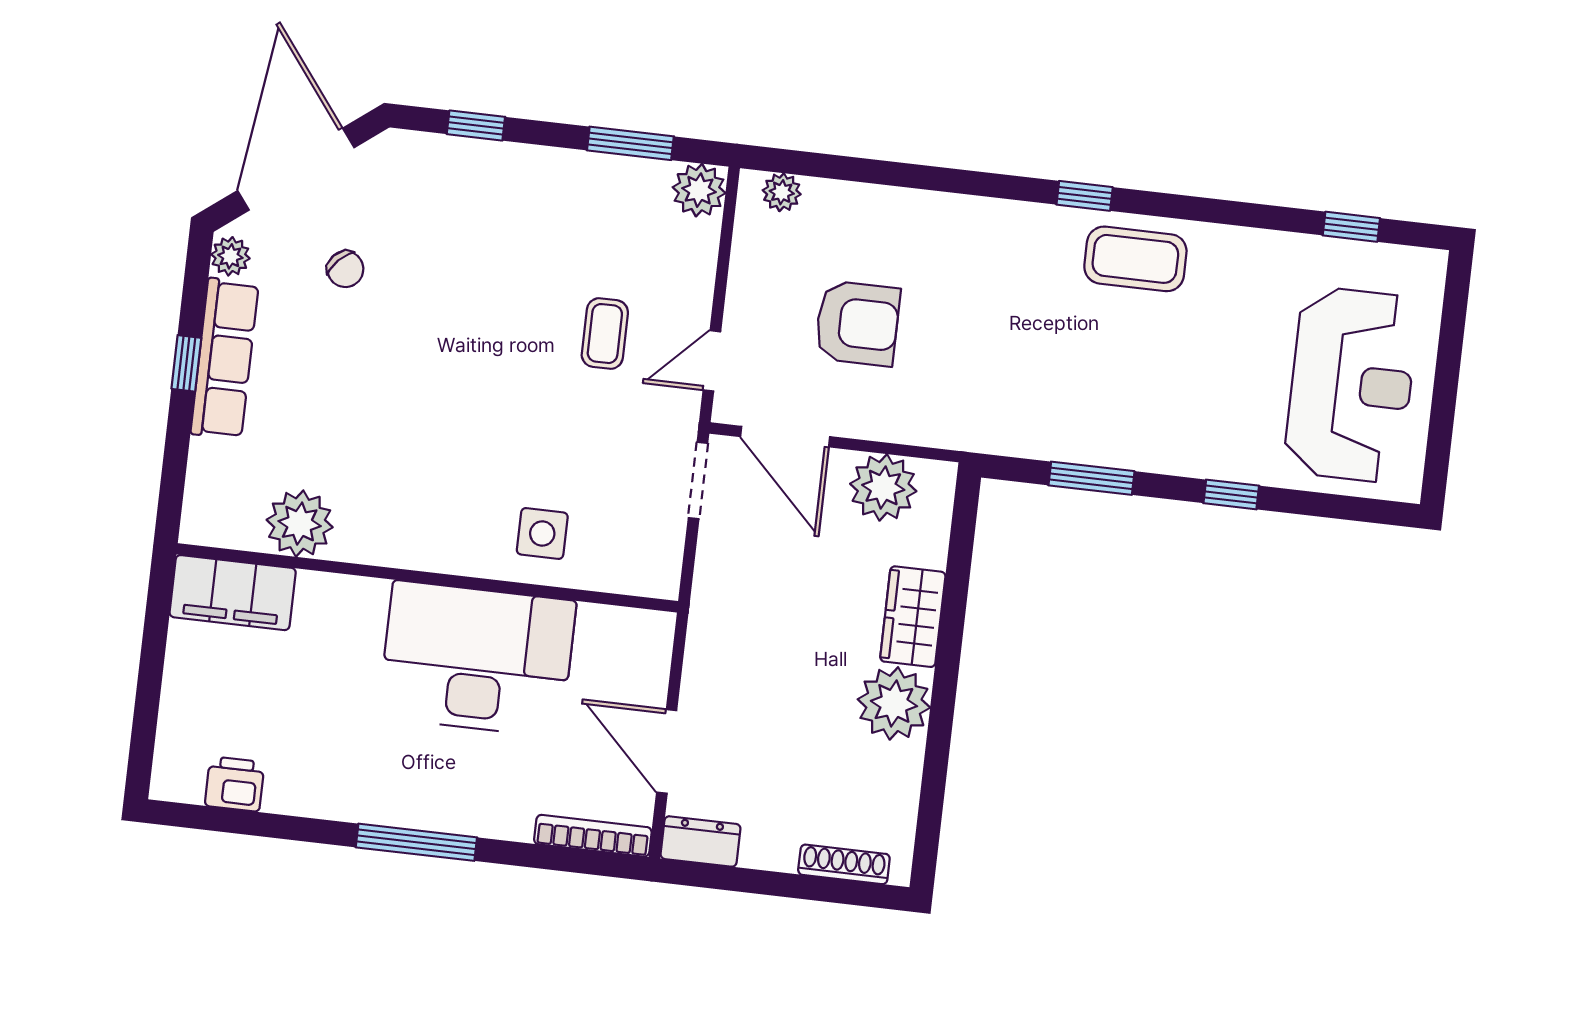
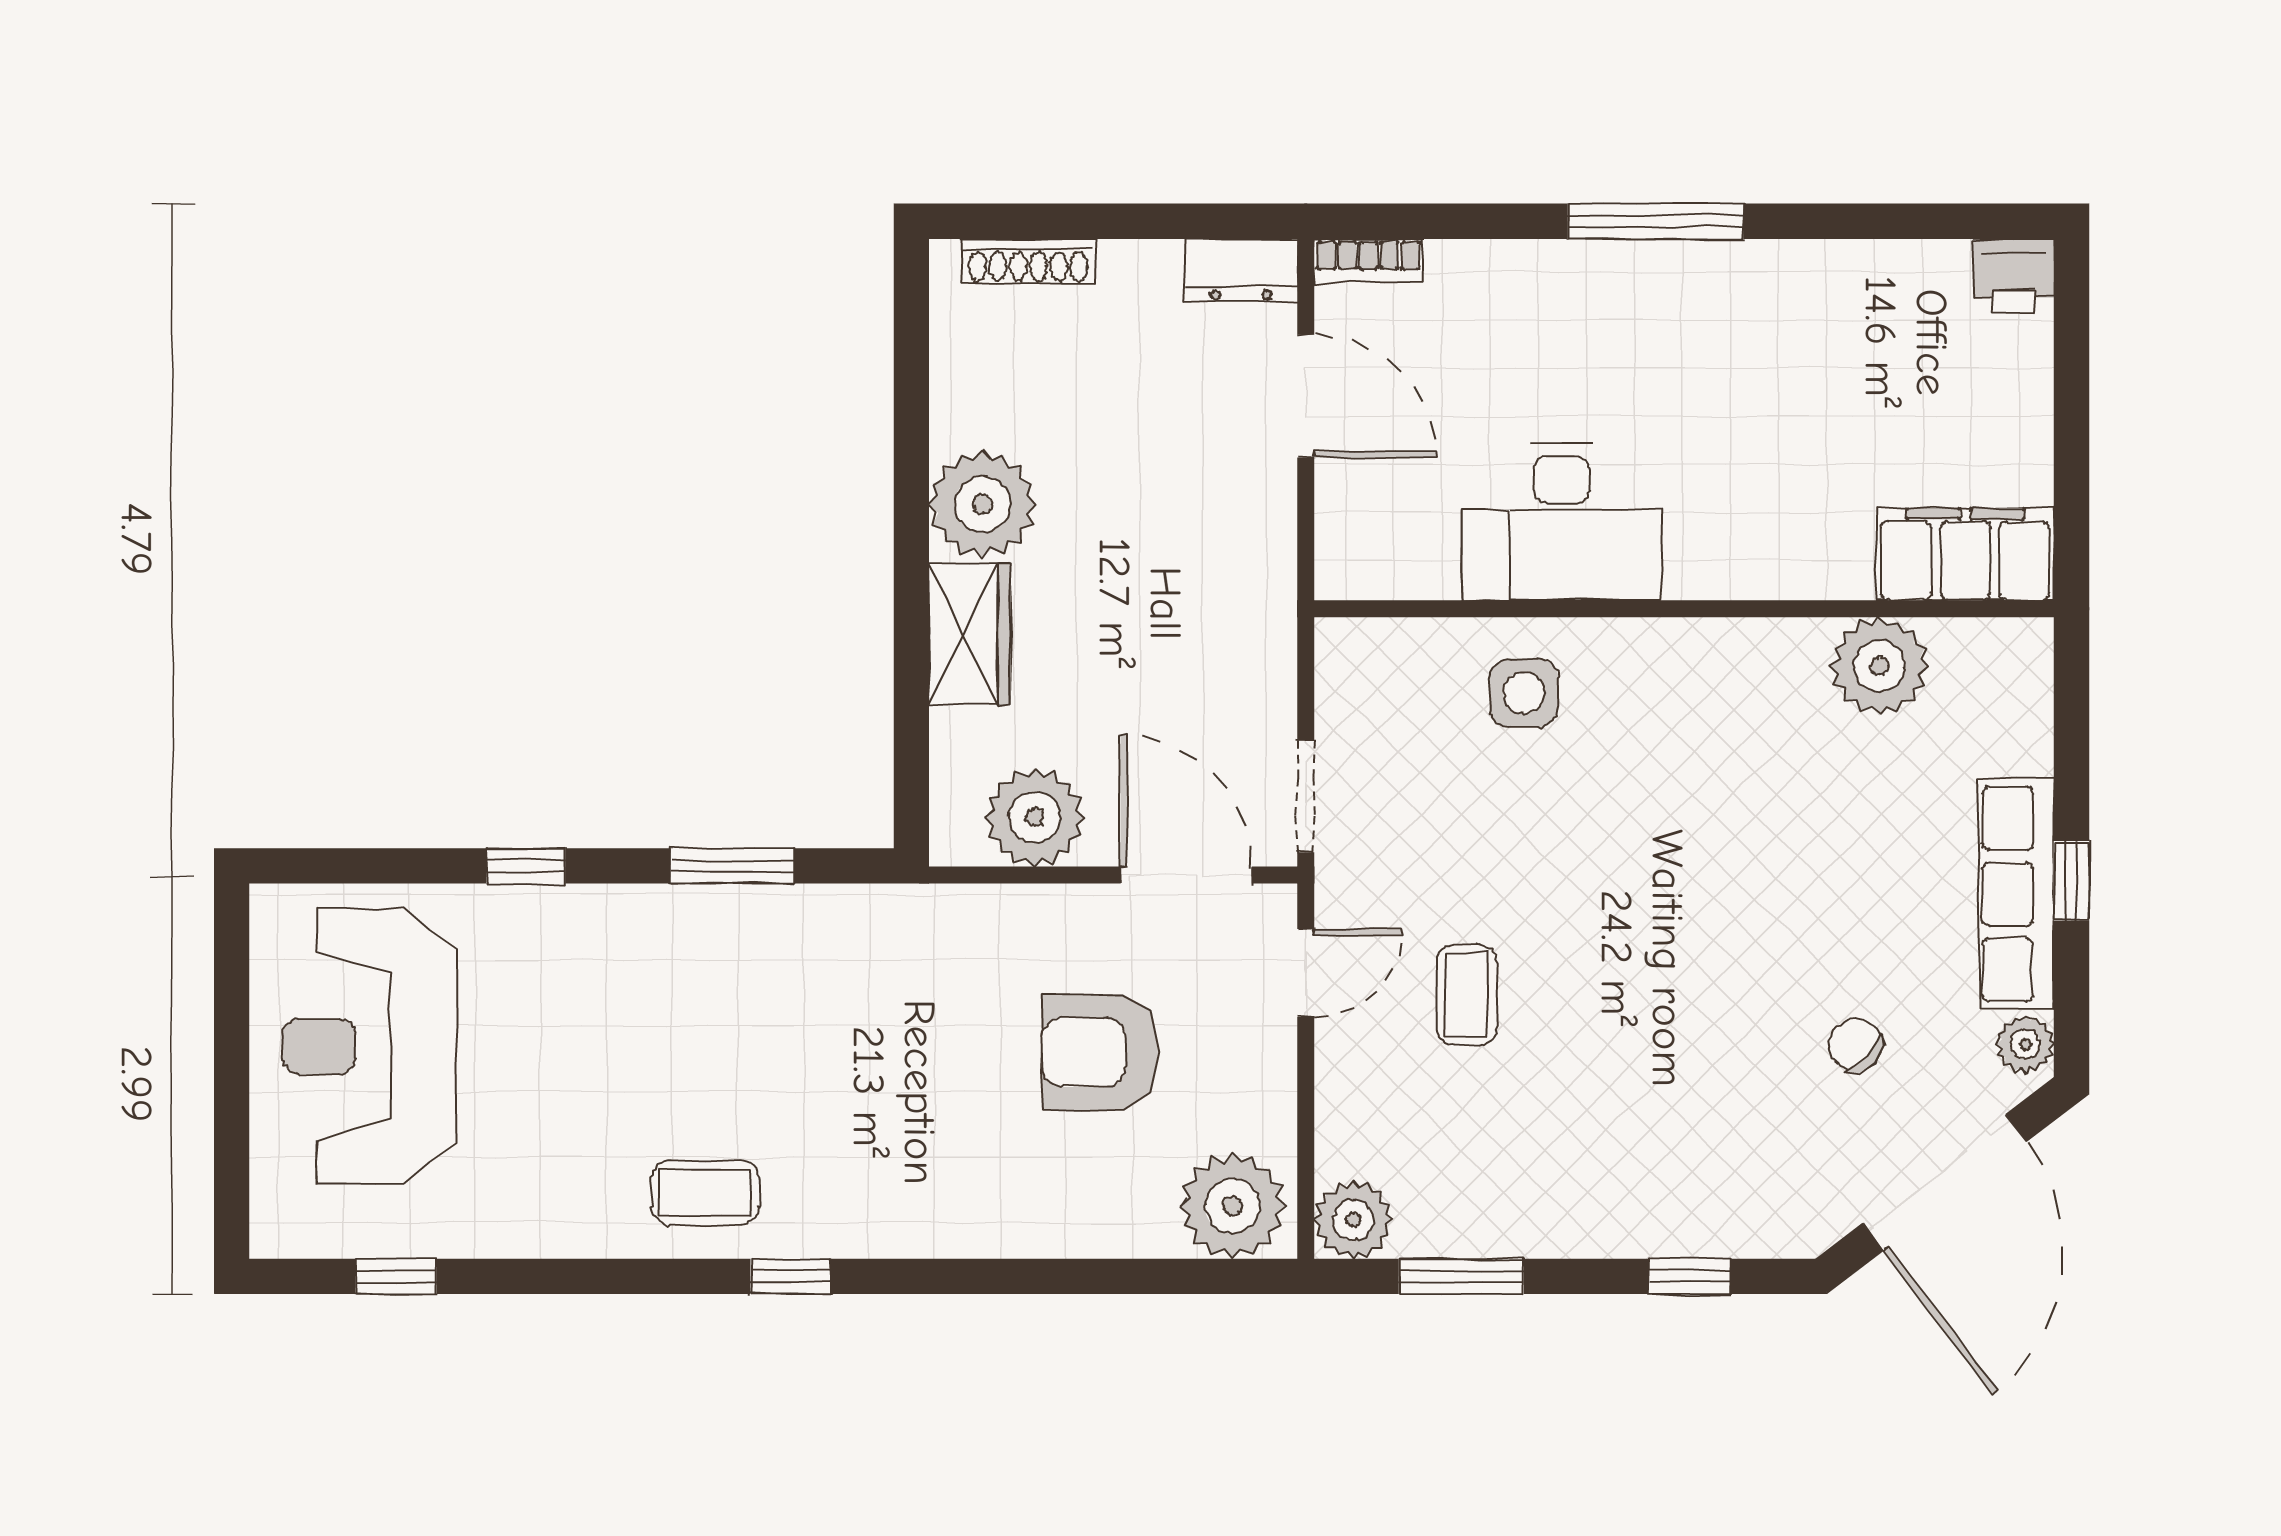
plant: (782, 192) -> (1232, 1206), width x1.88, depth x1.88
coffee table: (1135, 259) -> (705, 1193), width x0.73, depth x0.77
desk: (477, 659) -> (1562, 522), width x0.73, depth x0.77
printer: (235, 784) -> (2014, 275), moved
bookcase: (593, 836) -> (1369, 261), width x0.64

